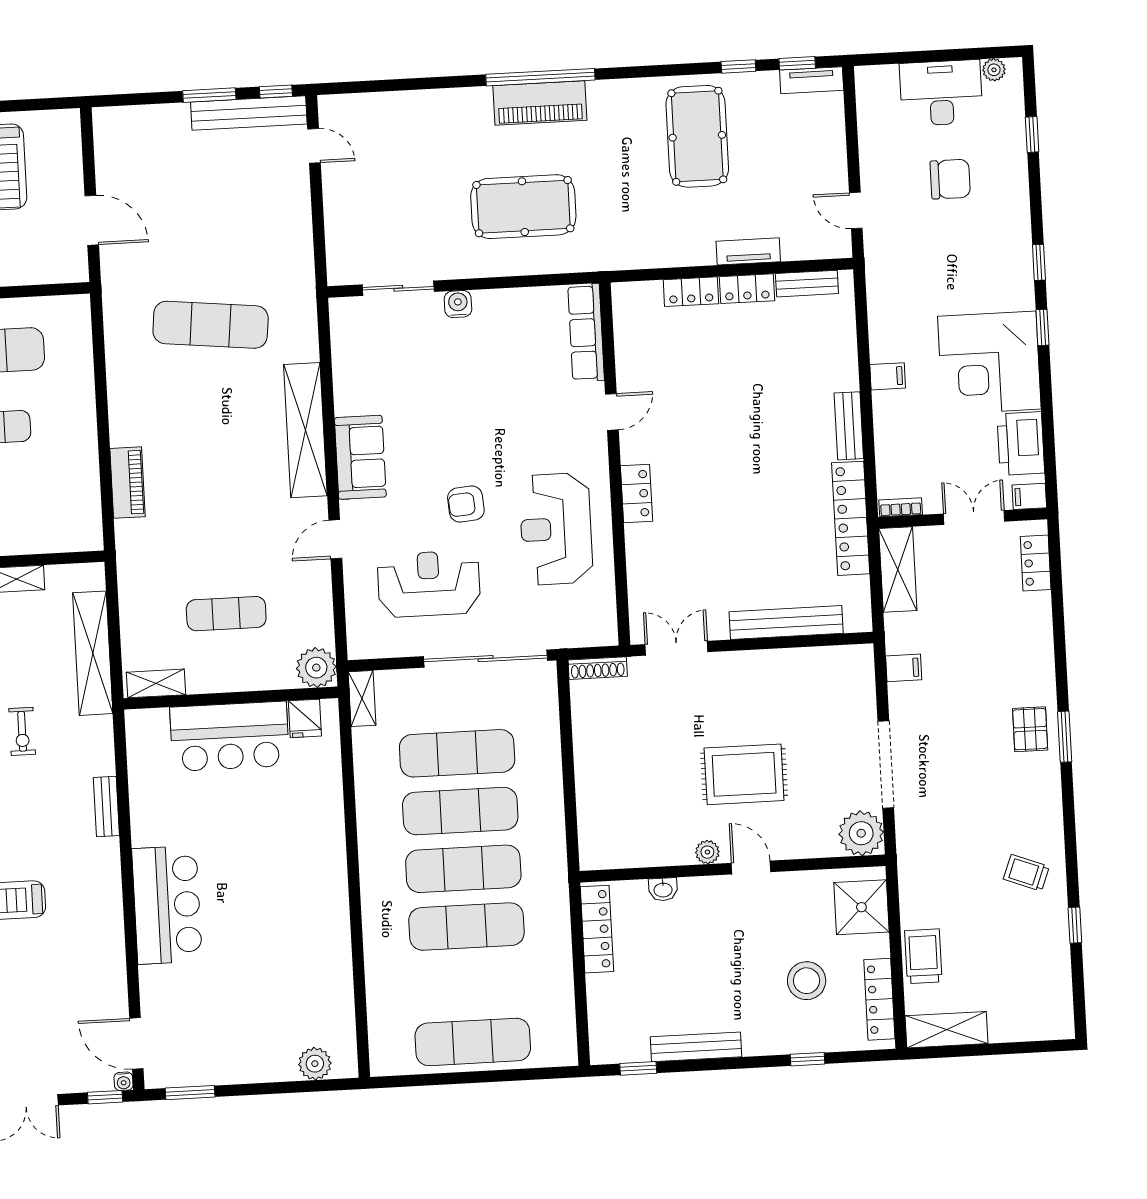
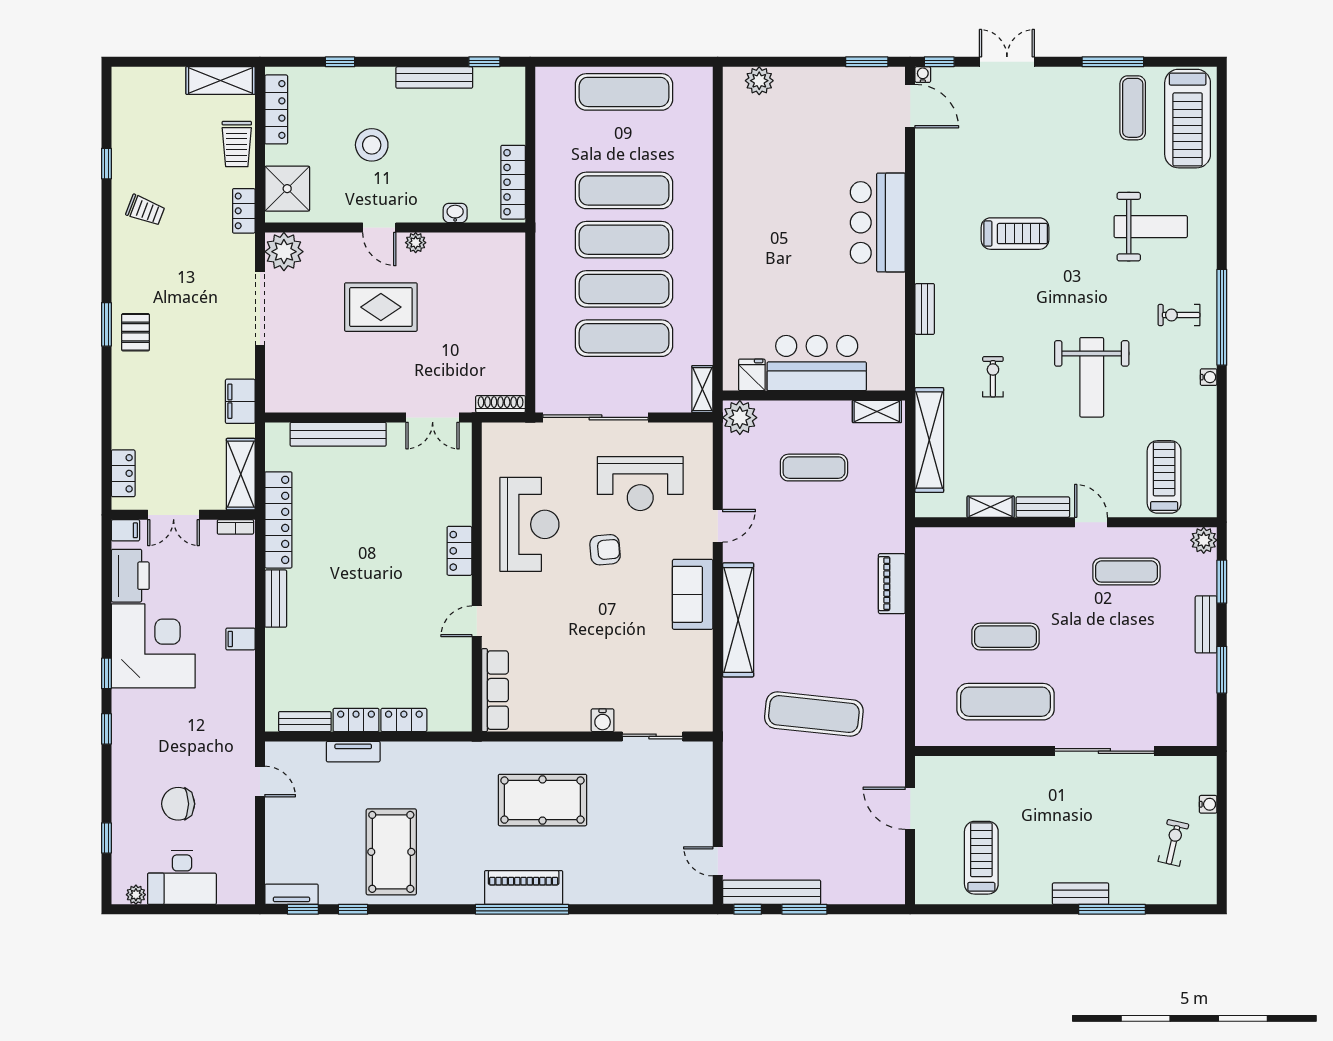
filing cabinet: (904, 668) -> (240, 401), width x2.00
locker: (911, 878) -> (244, 211), added
stool: (807, 981) -> (372, 145), moved

